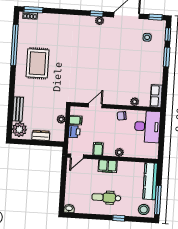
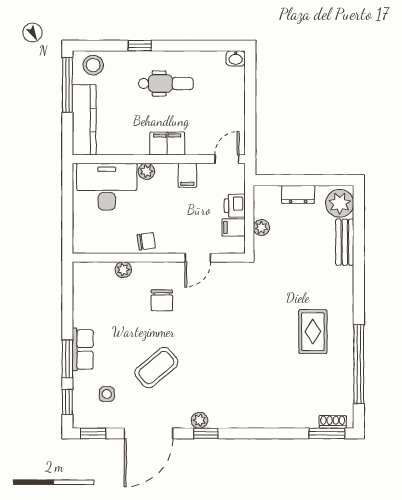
coffee table: (120, 50) -> (156, 367), added
rug: (38, 63) -> (313, 332), width x0.73, depth x0.70
chair: (115, 85) -> (162, 300), added
row of seats: (156, 96) -> (83, 349), moved
desk: (147, 127) -> (107, 187), moved, turned 90

